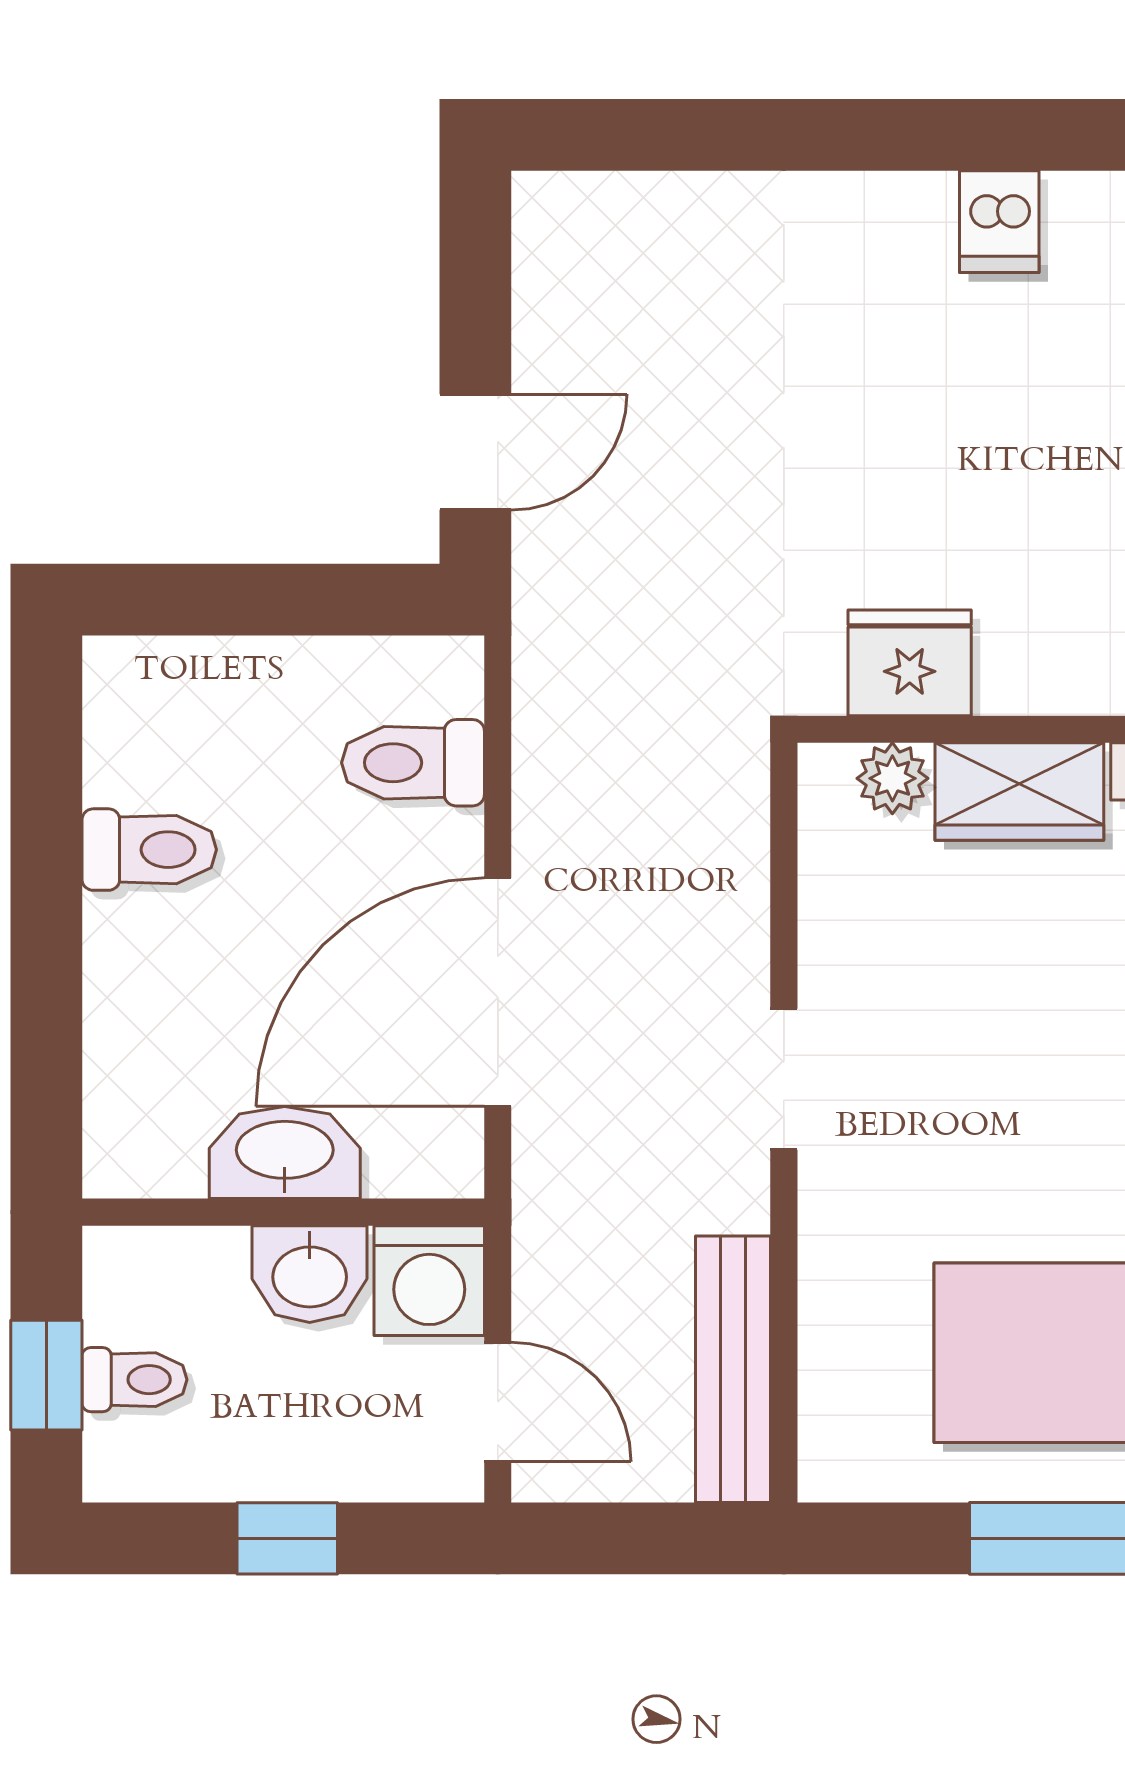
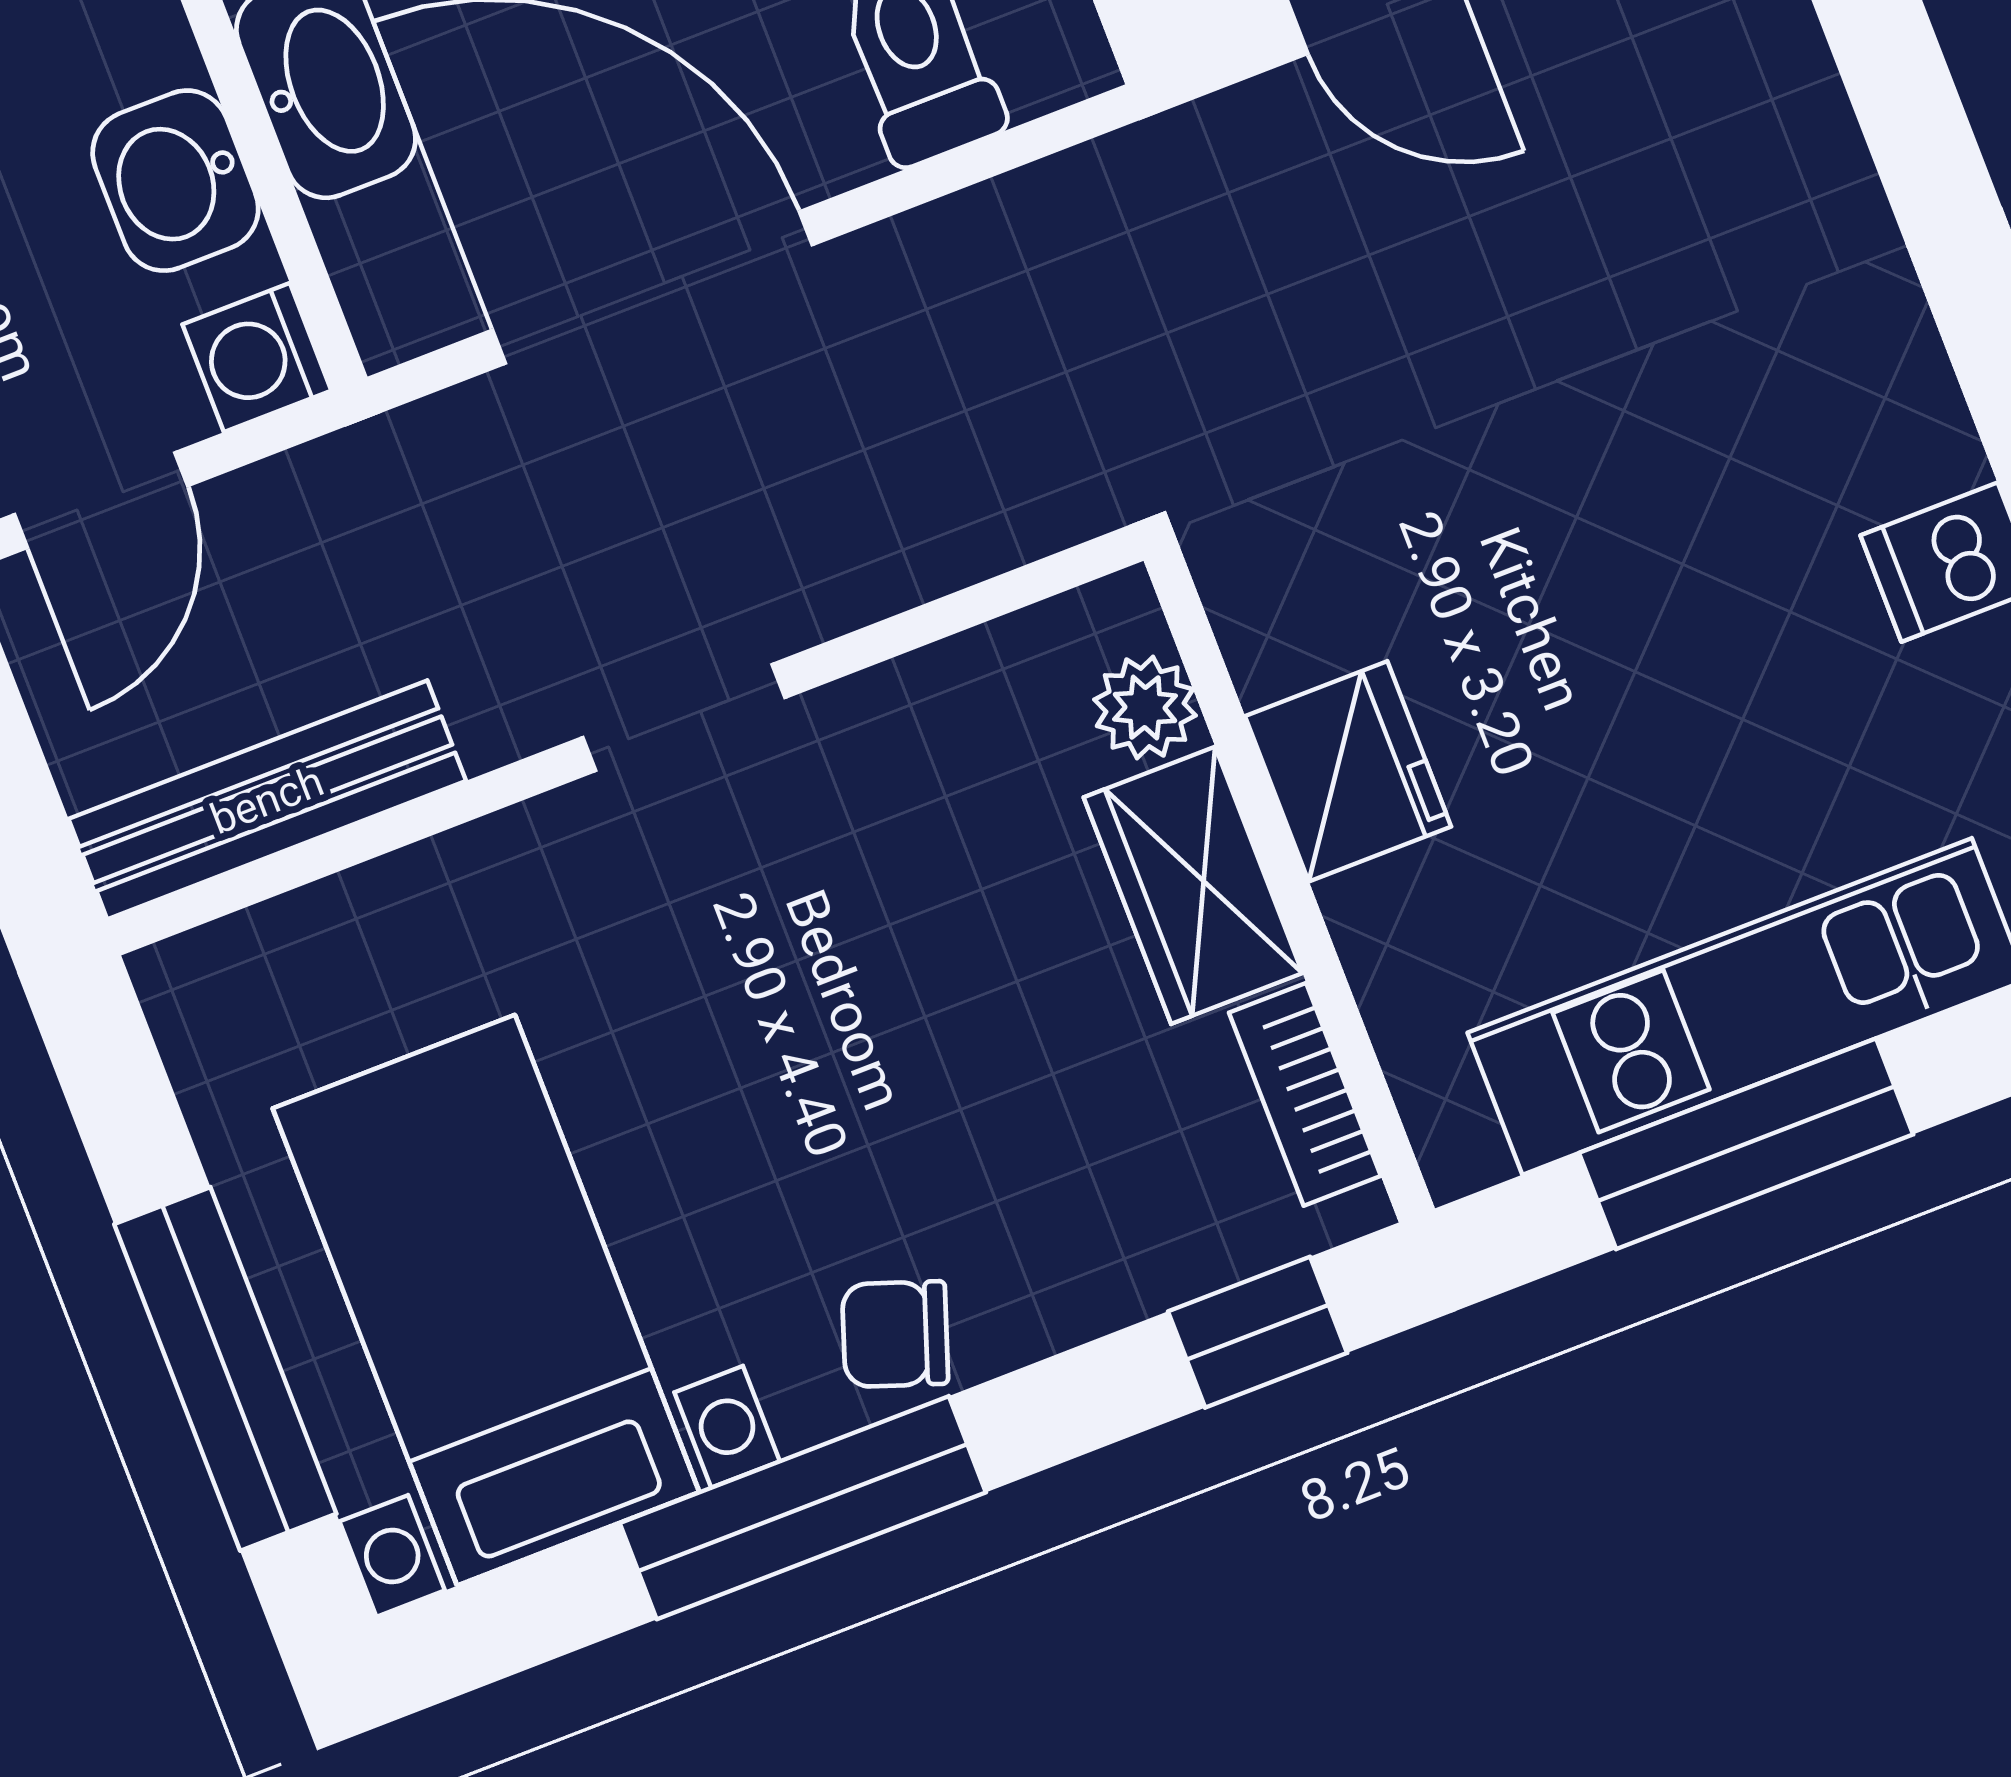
fridge: (910, 663) -> (1348, 771), moved
washing machine: (429, 1281) -> (257, 357), width x0.73, depth x0.73

